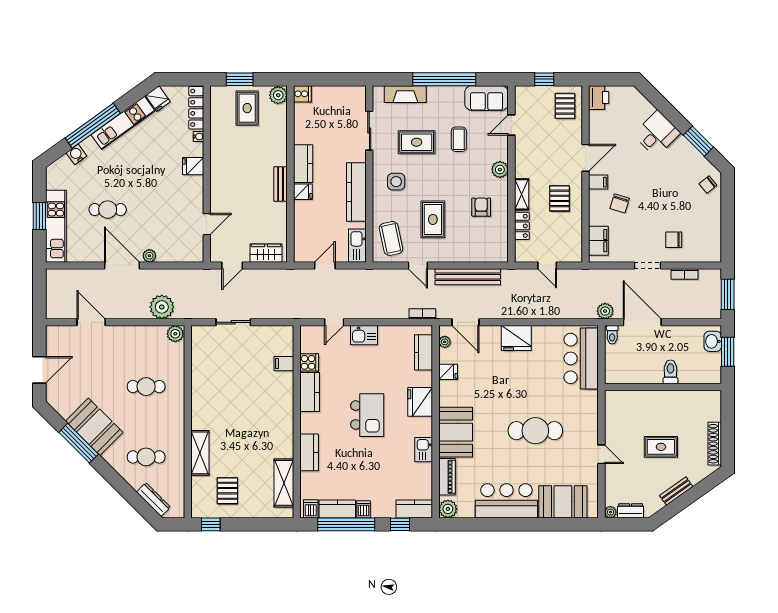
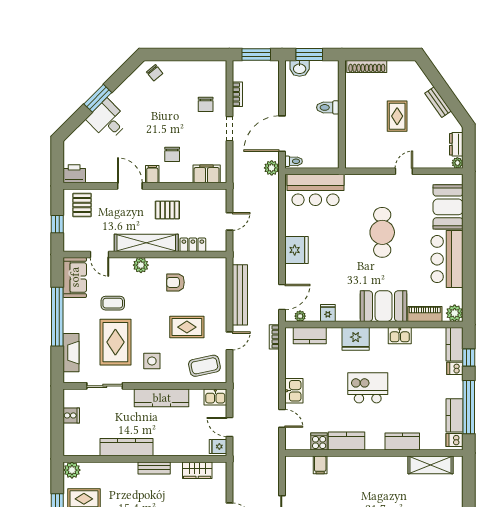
cooker: (302, 94) -> (71, 415), moved, turned 90
pallet: (565, 106) -> (82, 205), turned 90
window: (698, 141) -> (98, 98), moved
rug: (417, 142) -> (115, 342), width x1.36, depth x1.43
kitchen counter: (303, 164) -> (127, 447), width x1.50
fridge: (303, 192) -> (218, 447), moved, turned -90
shelving: (522, 194) -> (146, 243), width x2.20, depth x1.33
chair: (620, 203) -> (172, 154), turned 73
kitchen sink: (357, 246) -> (215, 397), width x0.73
wardrobe: (266, 253) -> (197, 470), moved, turned -90
shoe rack: (715, 444) -> (367, 67), moved
dishwasher: (363, 509) -> (455, 368), moved

